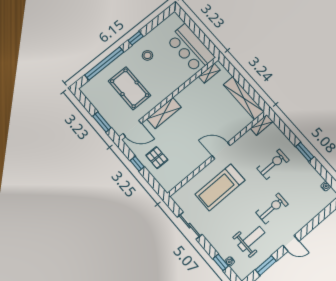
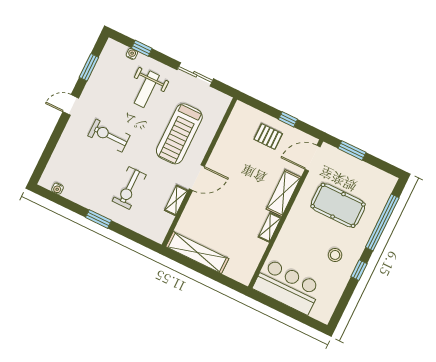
shelving: (209, 73) -> (270, 227), moved
shelving: (262, 125) -> (176, 200), moved
treadmill: (220, 187) -> (179, 134), turned 180
exercise bike: (272, 208) -> (109, 136), turned 90
weight bench: (251, 239) -> (147, 89), moved

